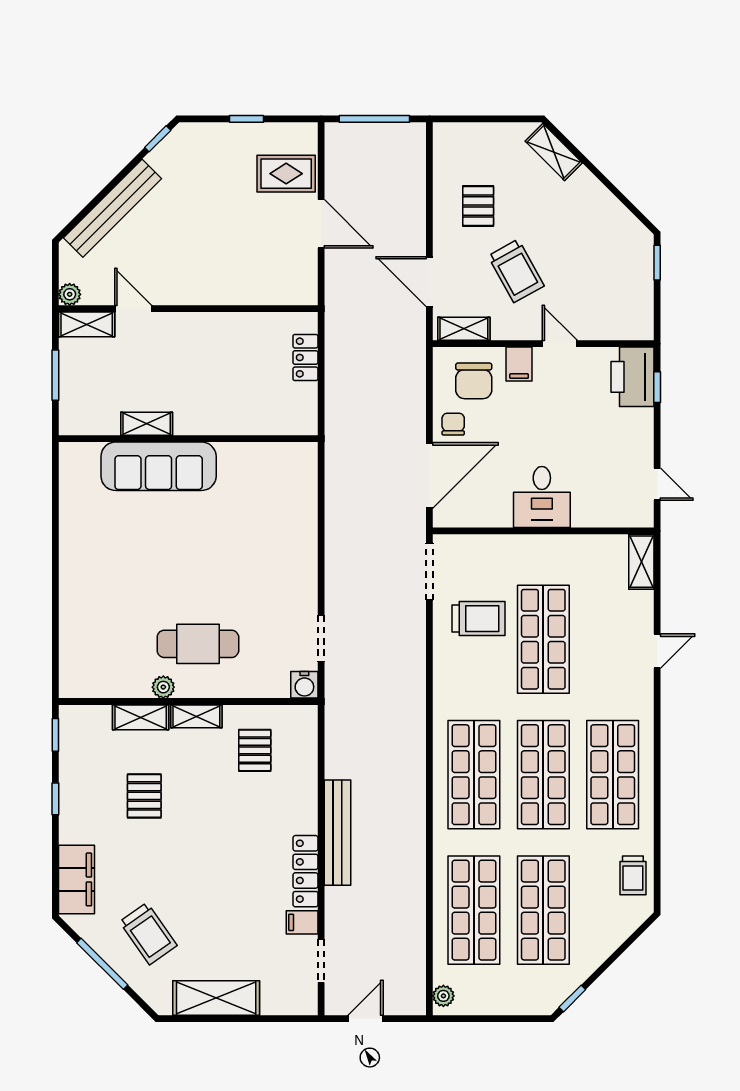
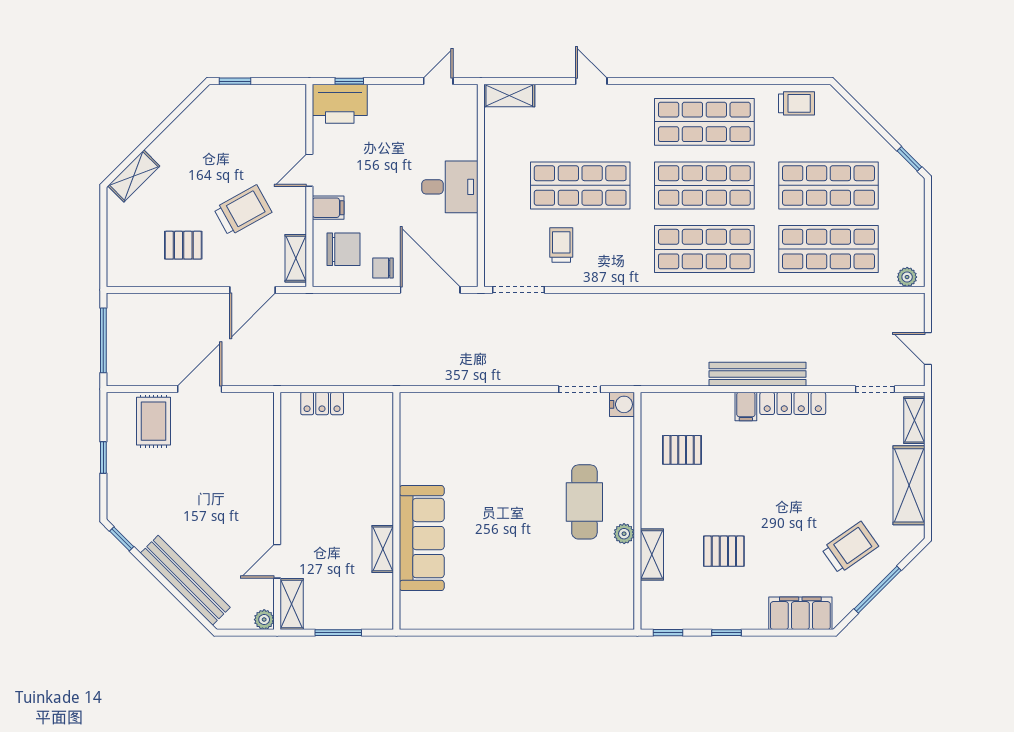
trolley: (478, 619) -> (561, 245), width x0.73, depth x0.72
shelving: (196, 716) -> (914, 420), moved
filing cabinet: (302, 922) -> (746, 406), moved

